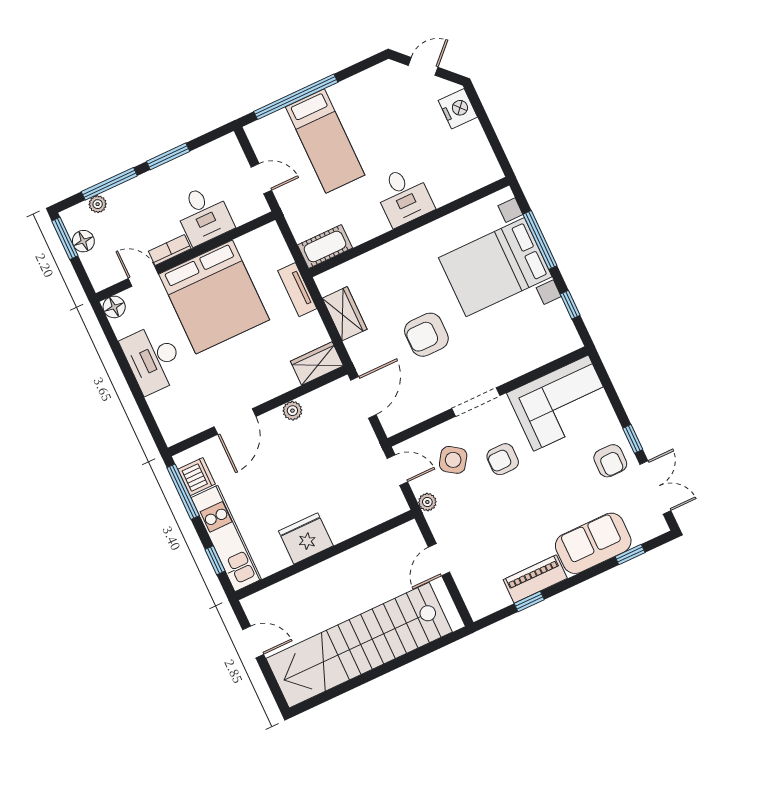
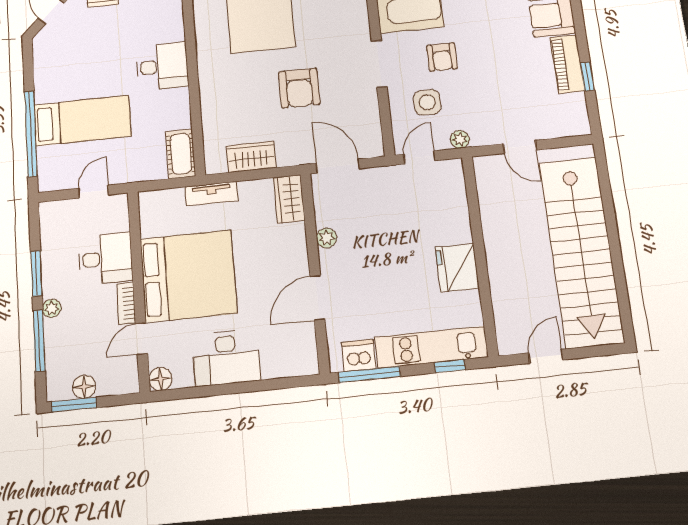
plant: (98, 204) -> (52, 308), moved
door: (235, 422) -> (317, 298), swing flipped
side table: (453, 460) -> (427, 102), turned -34

